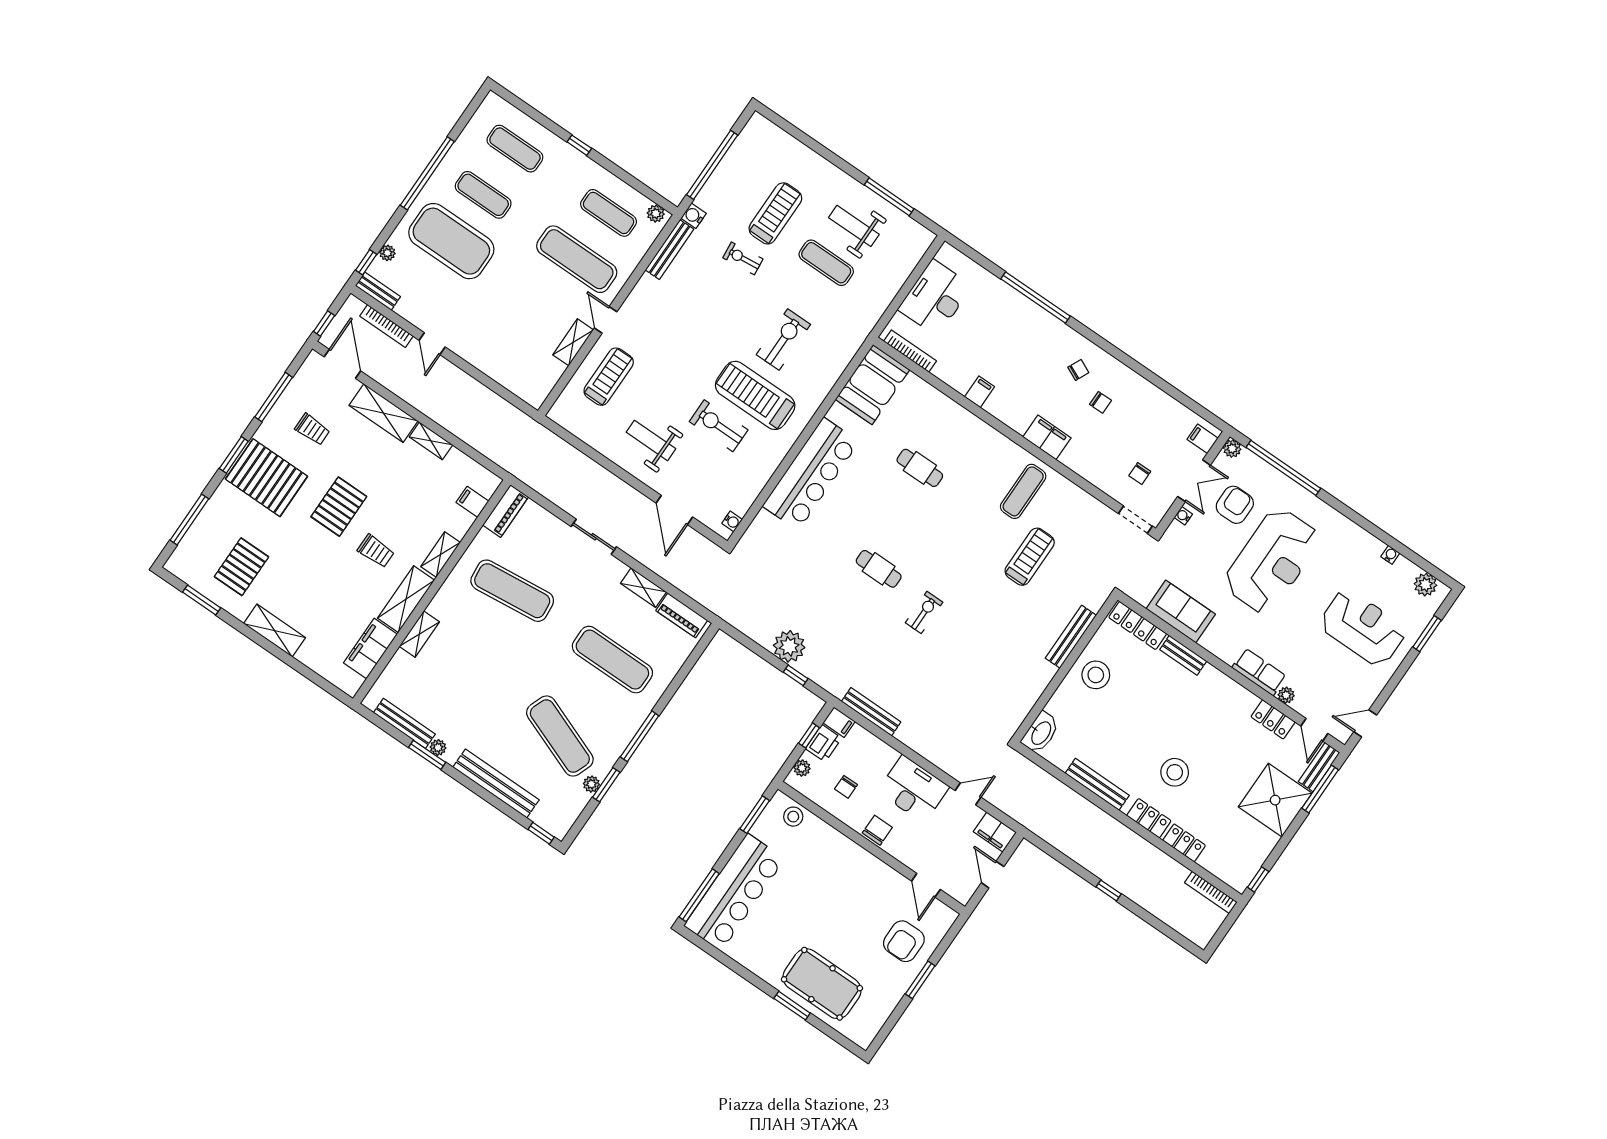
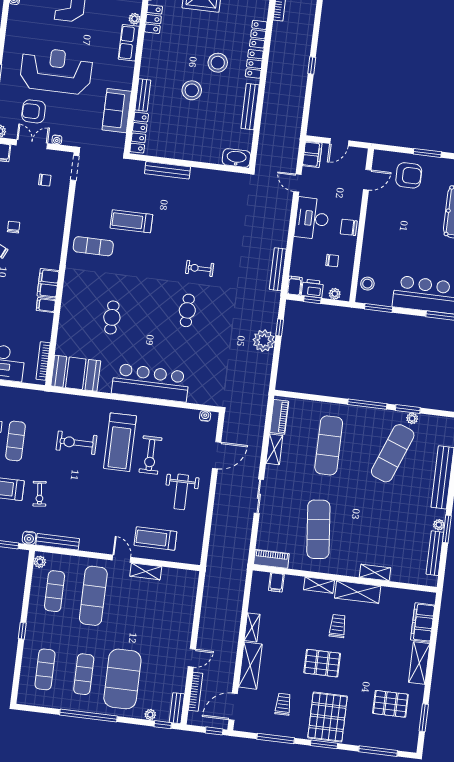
door: (606, 320) -> (122, 559), swing flipped
filing cabinet: (1047, 437) -> (48, 283), moved
filing cabinet: (370, 648) -> (423, 622), moved, turned 90
stool: (1096, 675) -> (192, 90), moved

